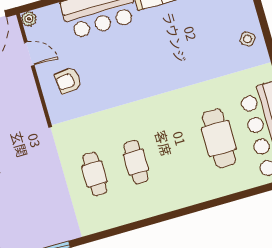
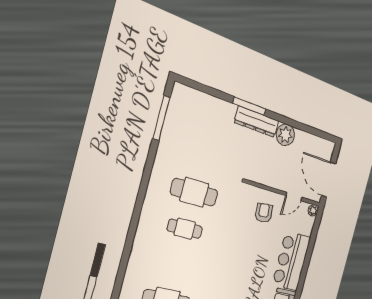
cafe table: (95, 174) -> (194, 192), width x1.37, depth x1.35

